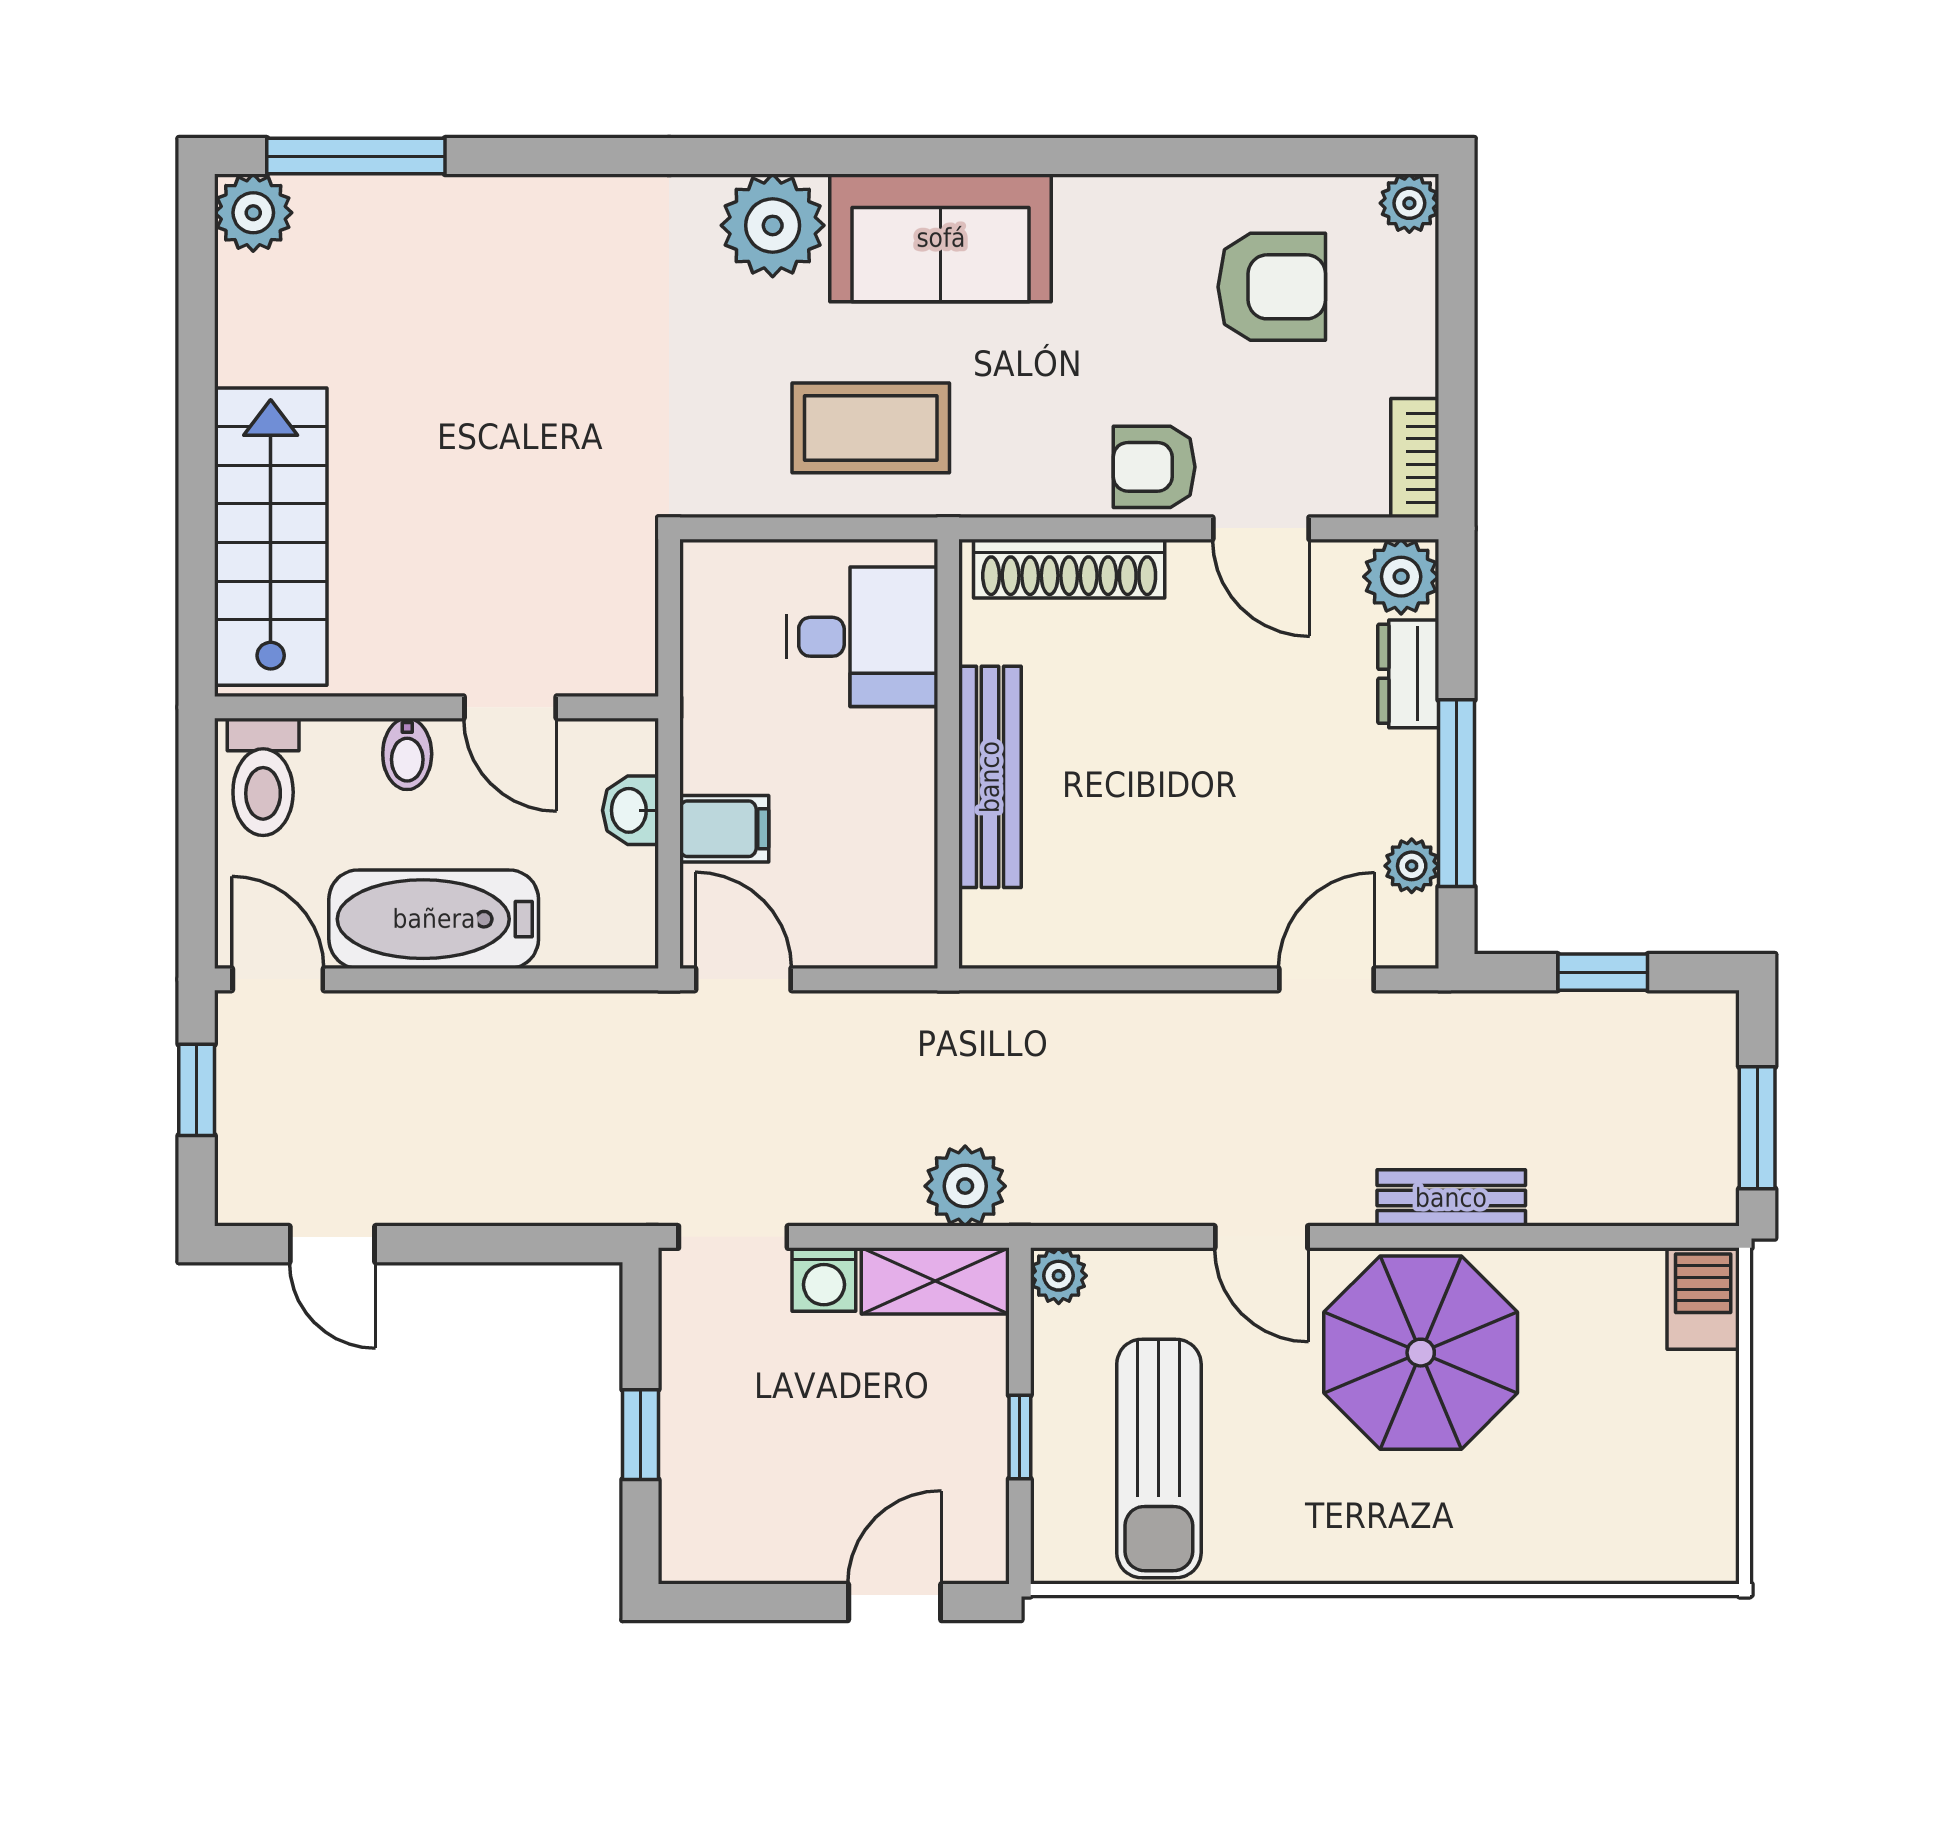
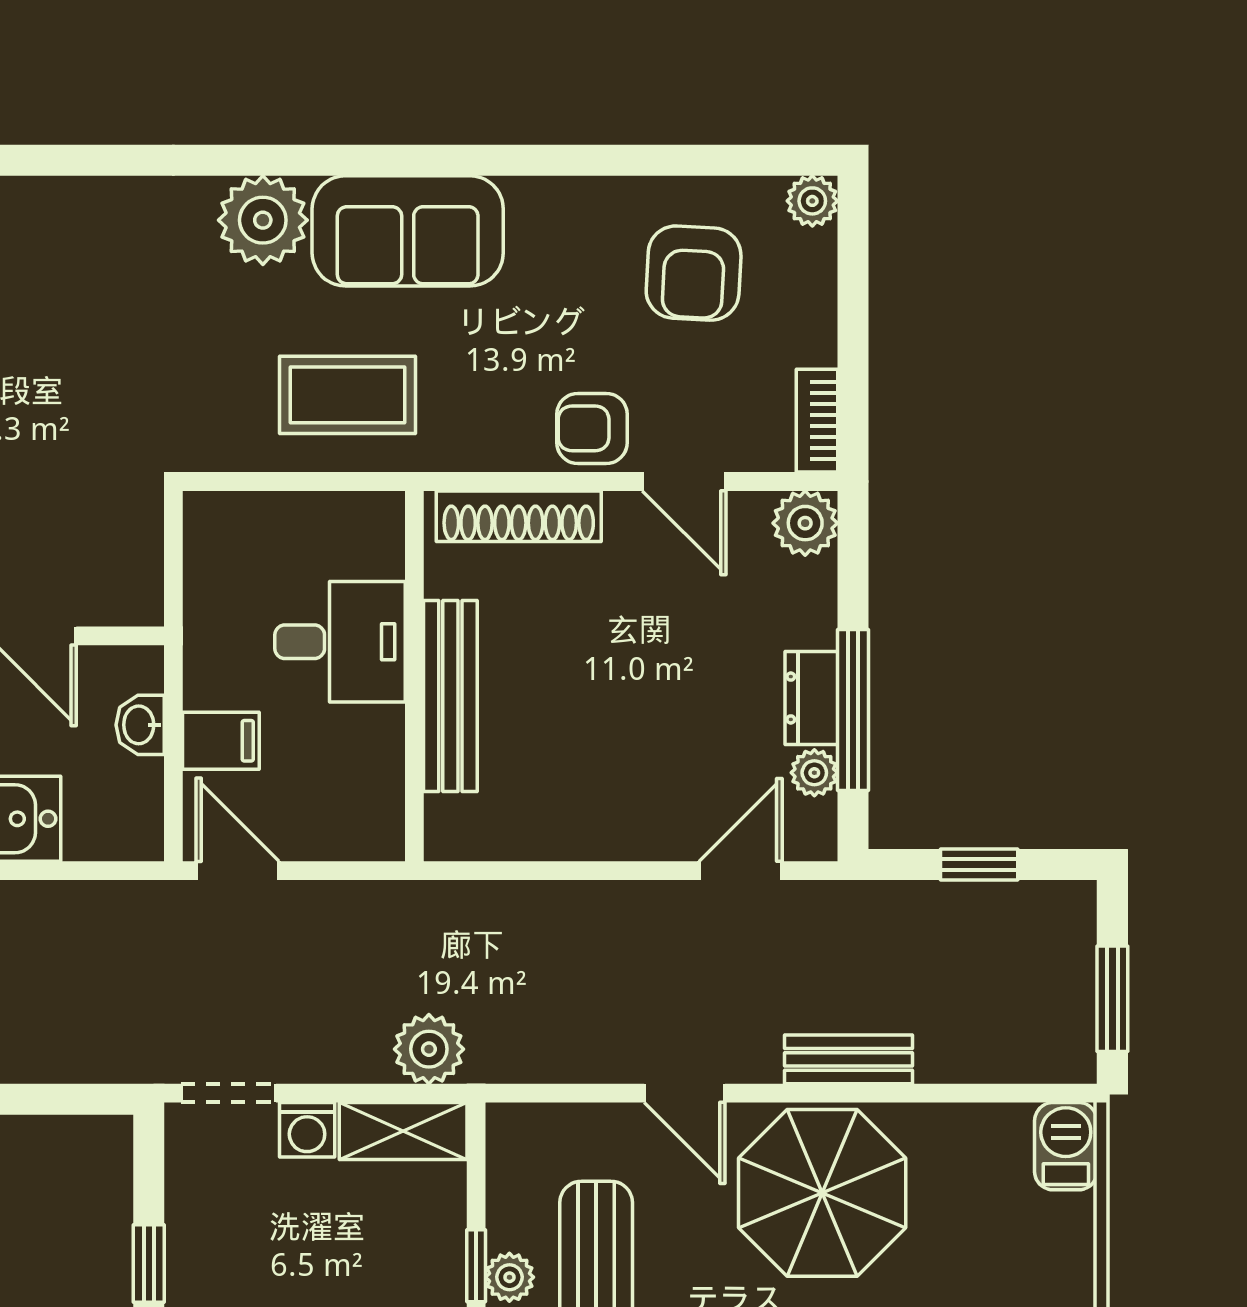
armchair: (1272, 287) -> (694, 273), turned 93
desk: (862, 637) -> (340, 642), moved
dresser: (1408, 674) -> (811, 698), moved
plant: (1059, 1276) -> (509, 1277), moved

